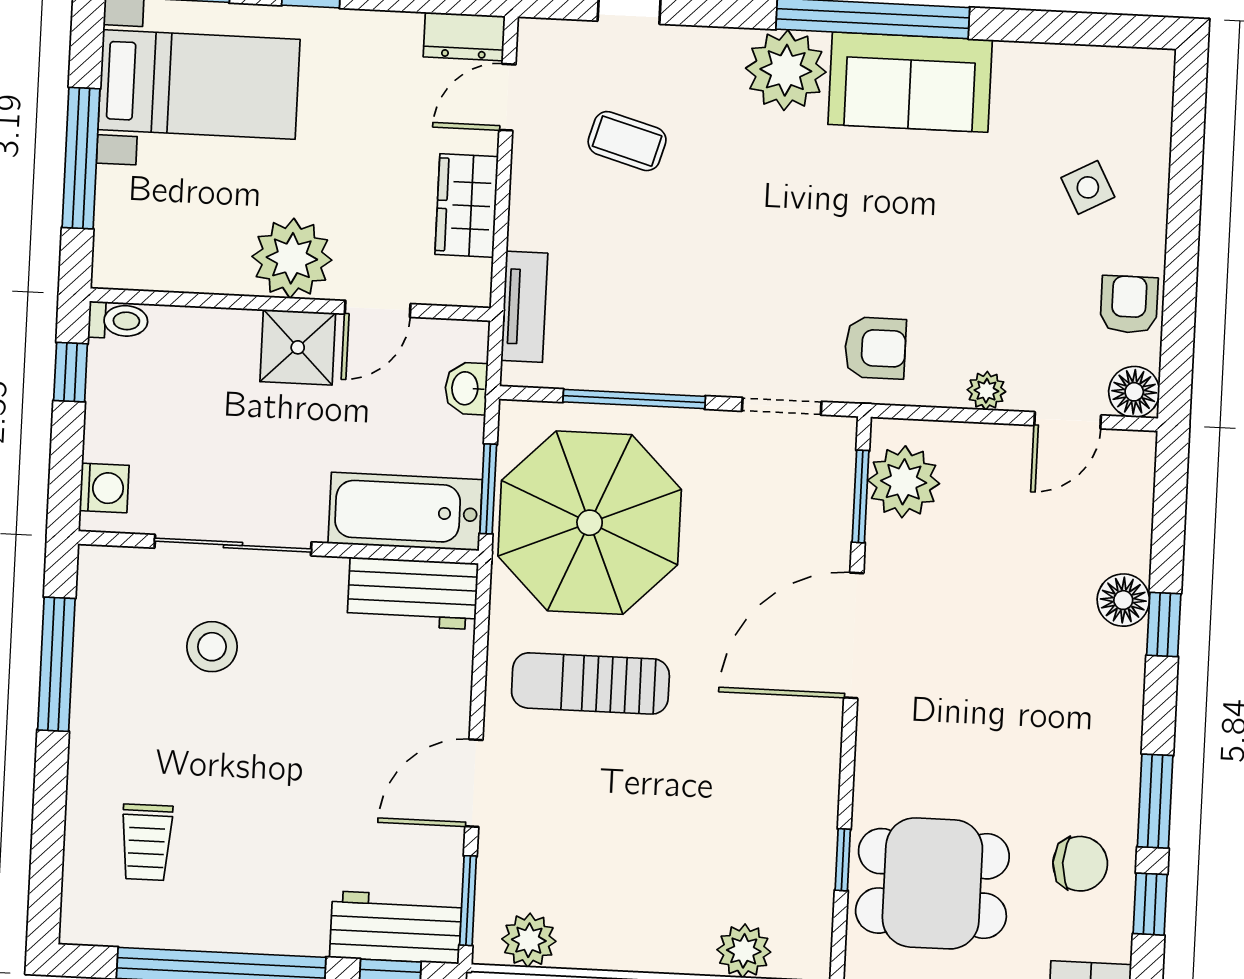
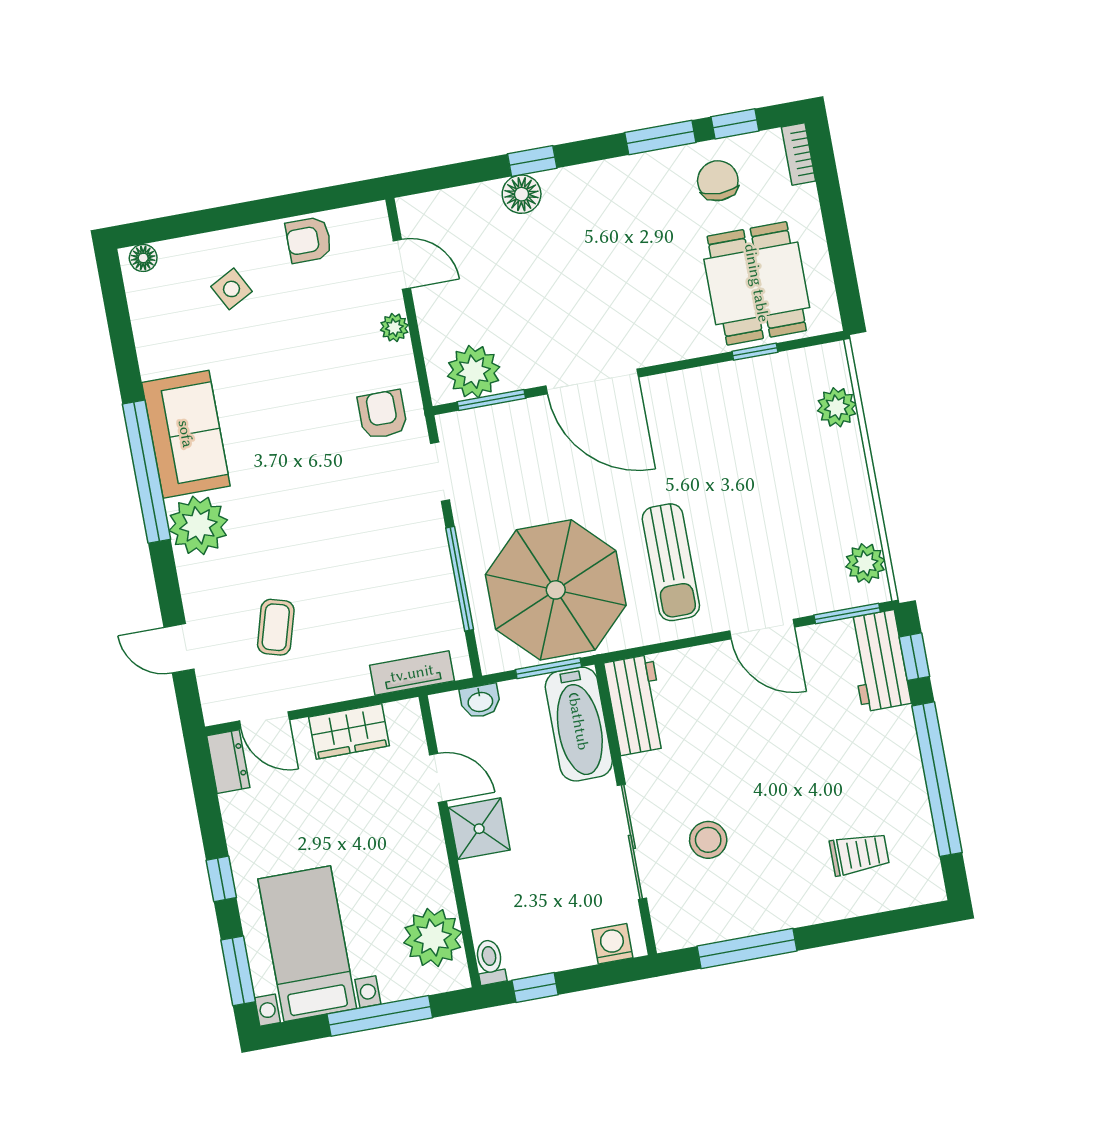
plant: (292, 258) -> (433, 937), moved
floor lamp: (1134, 392) -> (143, 258), moved, width x0.73, depth x0.73

